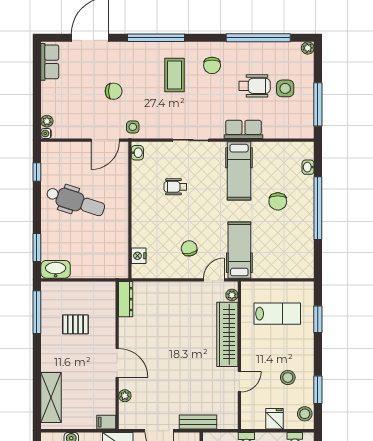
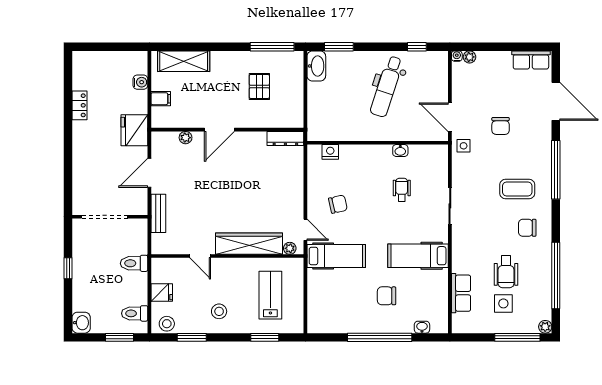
window: (318, 104) -> (517, 337), moved
row of seats: (243, 129) -> (461, 293), moved
washbasin: (137, 153) -> (400, 151), moved
lab bench: (277, 314) -> (270, 295), turned 180
stool: (288, 377) -> (219, 311), moved
filing cabinet: (106, 422) -> (161, 99), moved, turned 90

